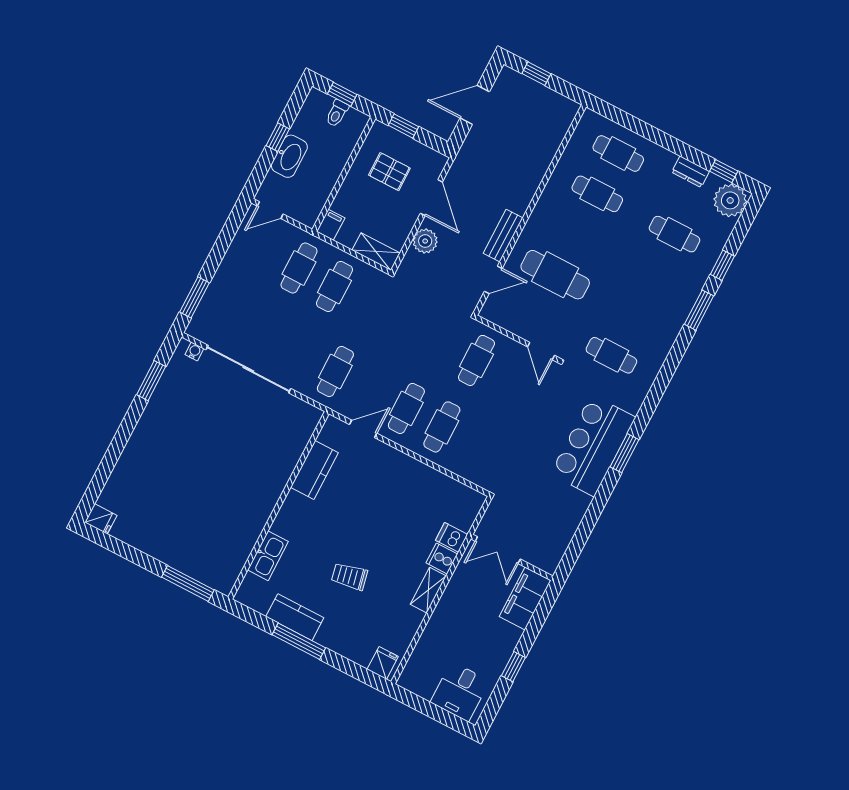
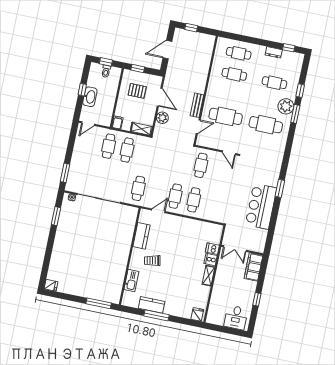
plant: (730, 200) -> (286, 106), moved
cafe table: (611, 355) -> (266, 125), moved, width x1.37, depth x1.35
bar counter: (593, 446) -> (261, 206), moved
trolley: (349, 576) -> (152, 261), moved

